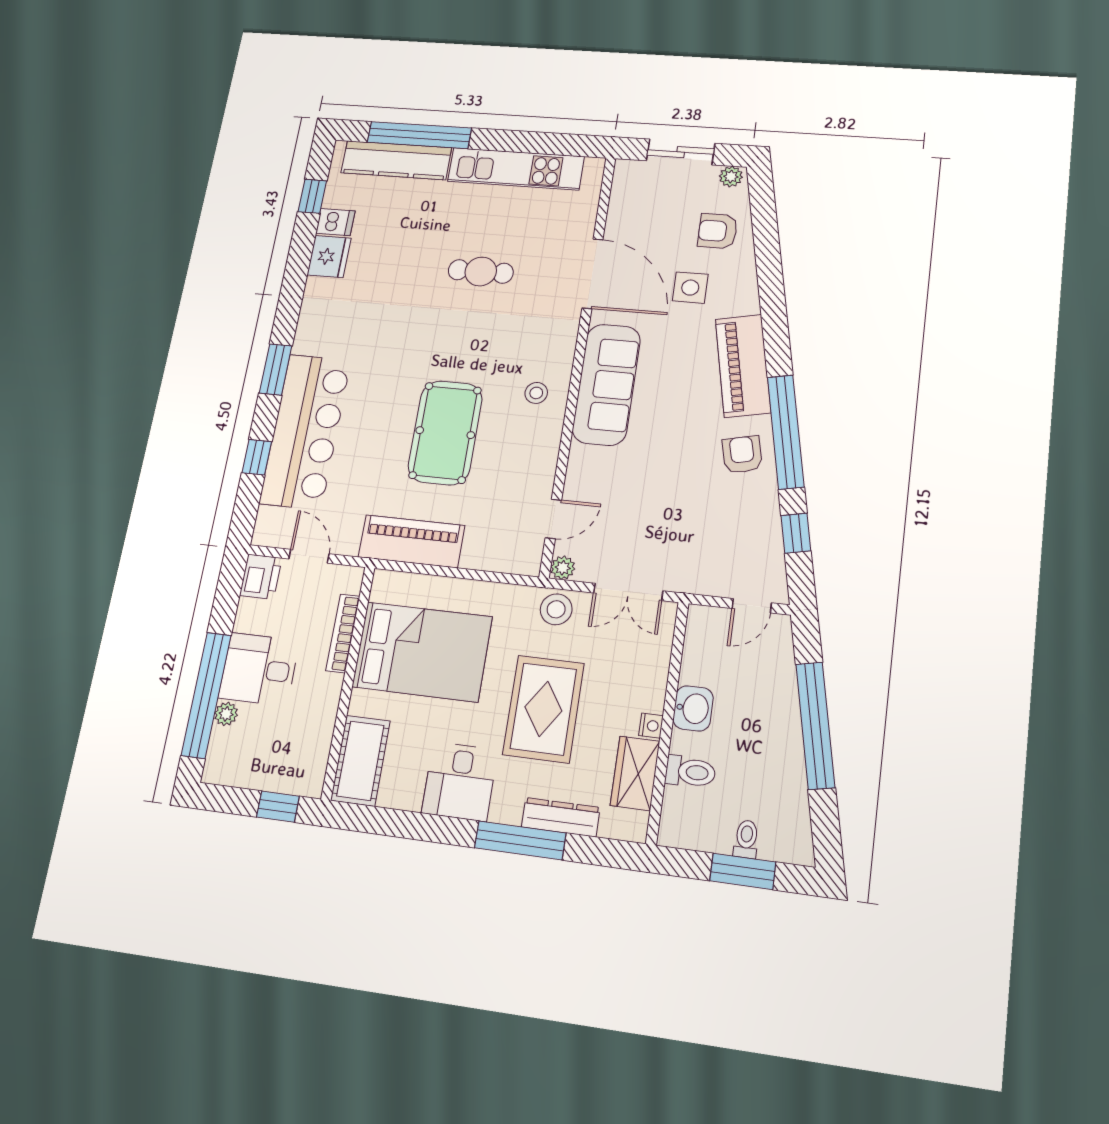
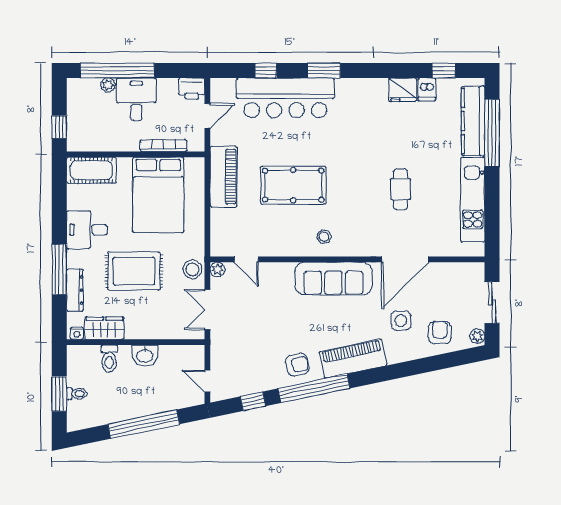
nightstand: (651, 726) -> (77, 333), moved

